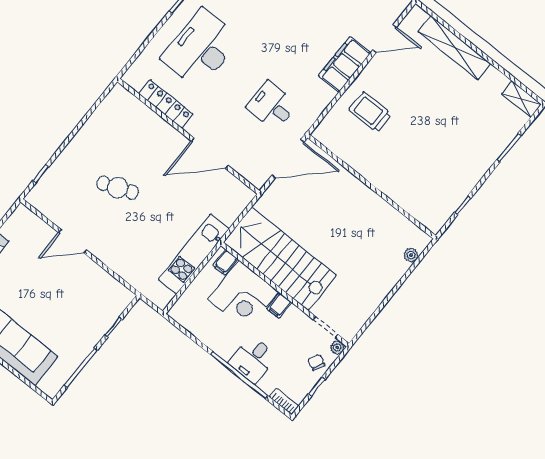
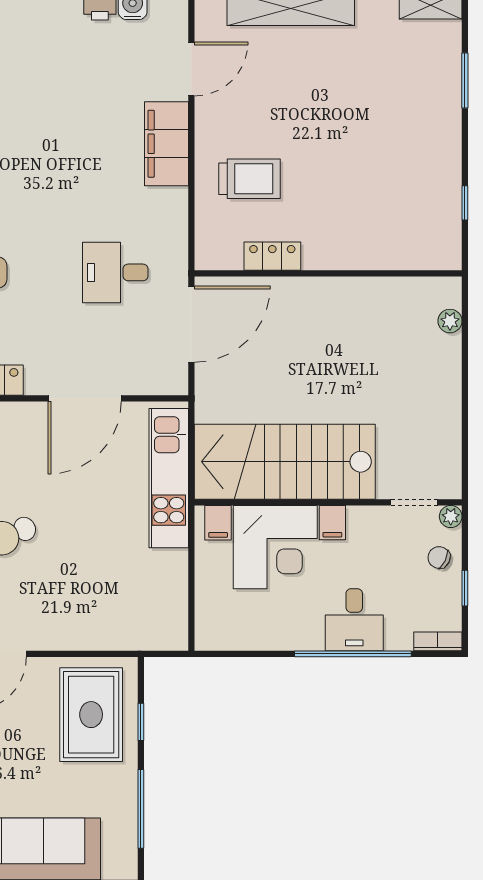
trolley: (370, 112) -> (249, 179), turned 180
locker: (352, 157) -> (272, 256), added
kitchen unit: (194, 254) -> (169, 478), moved
rug: (93, 305) -> (91, 715), added

